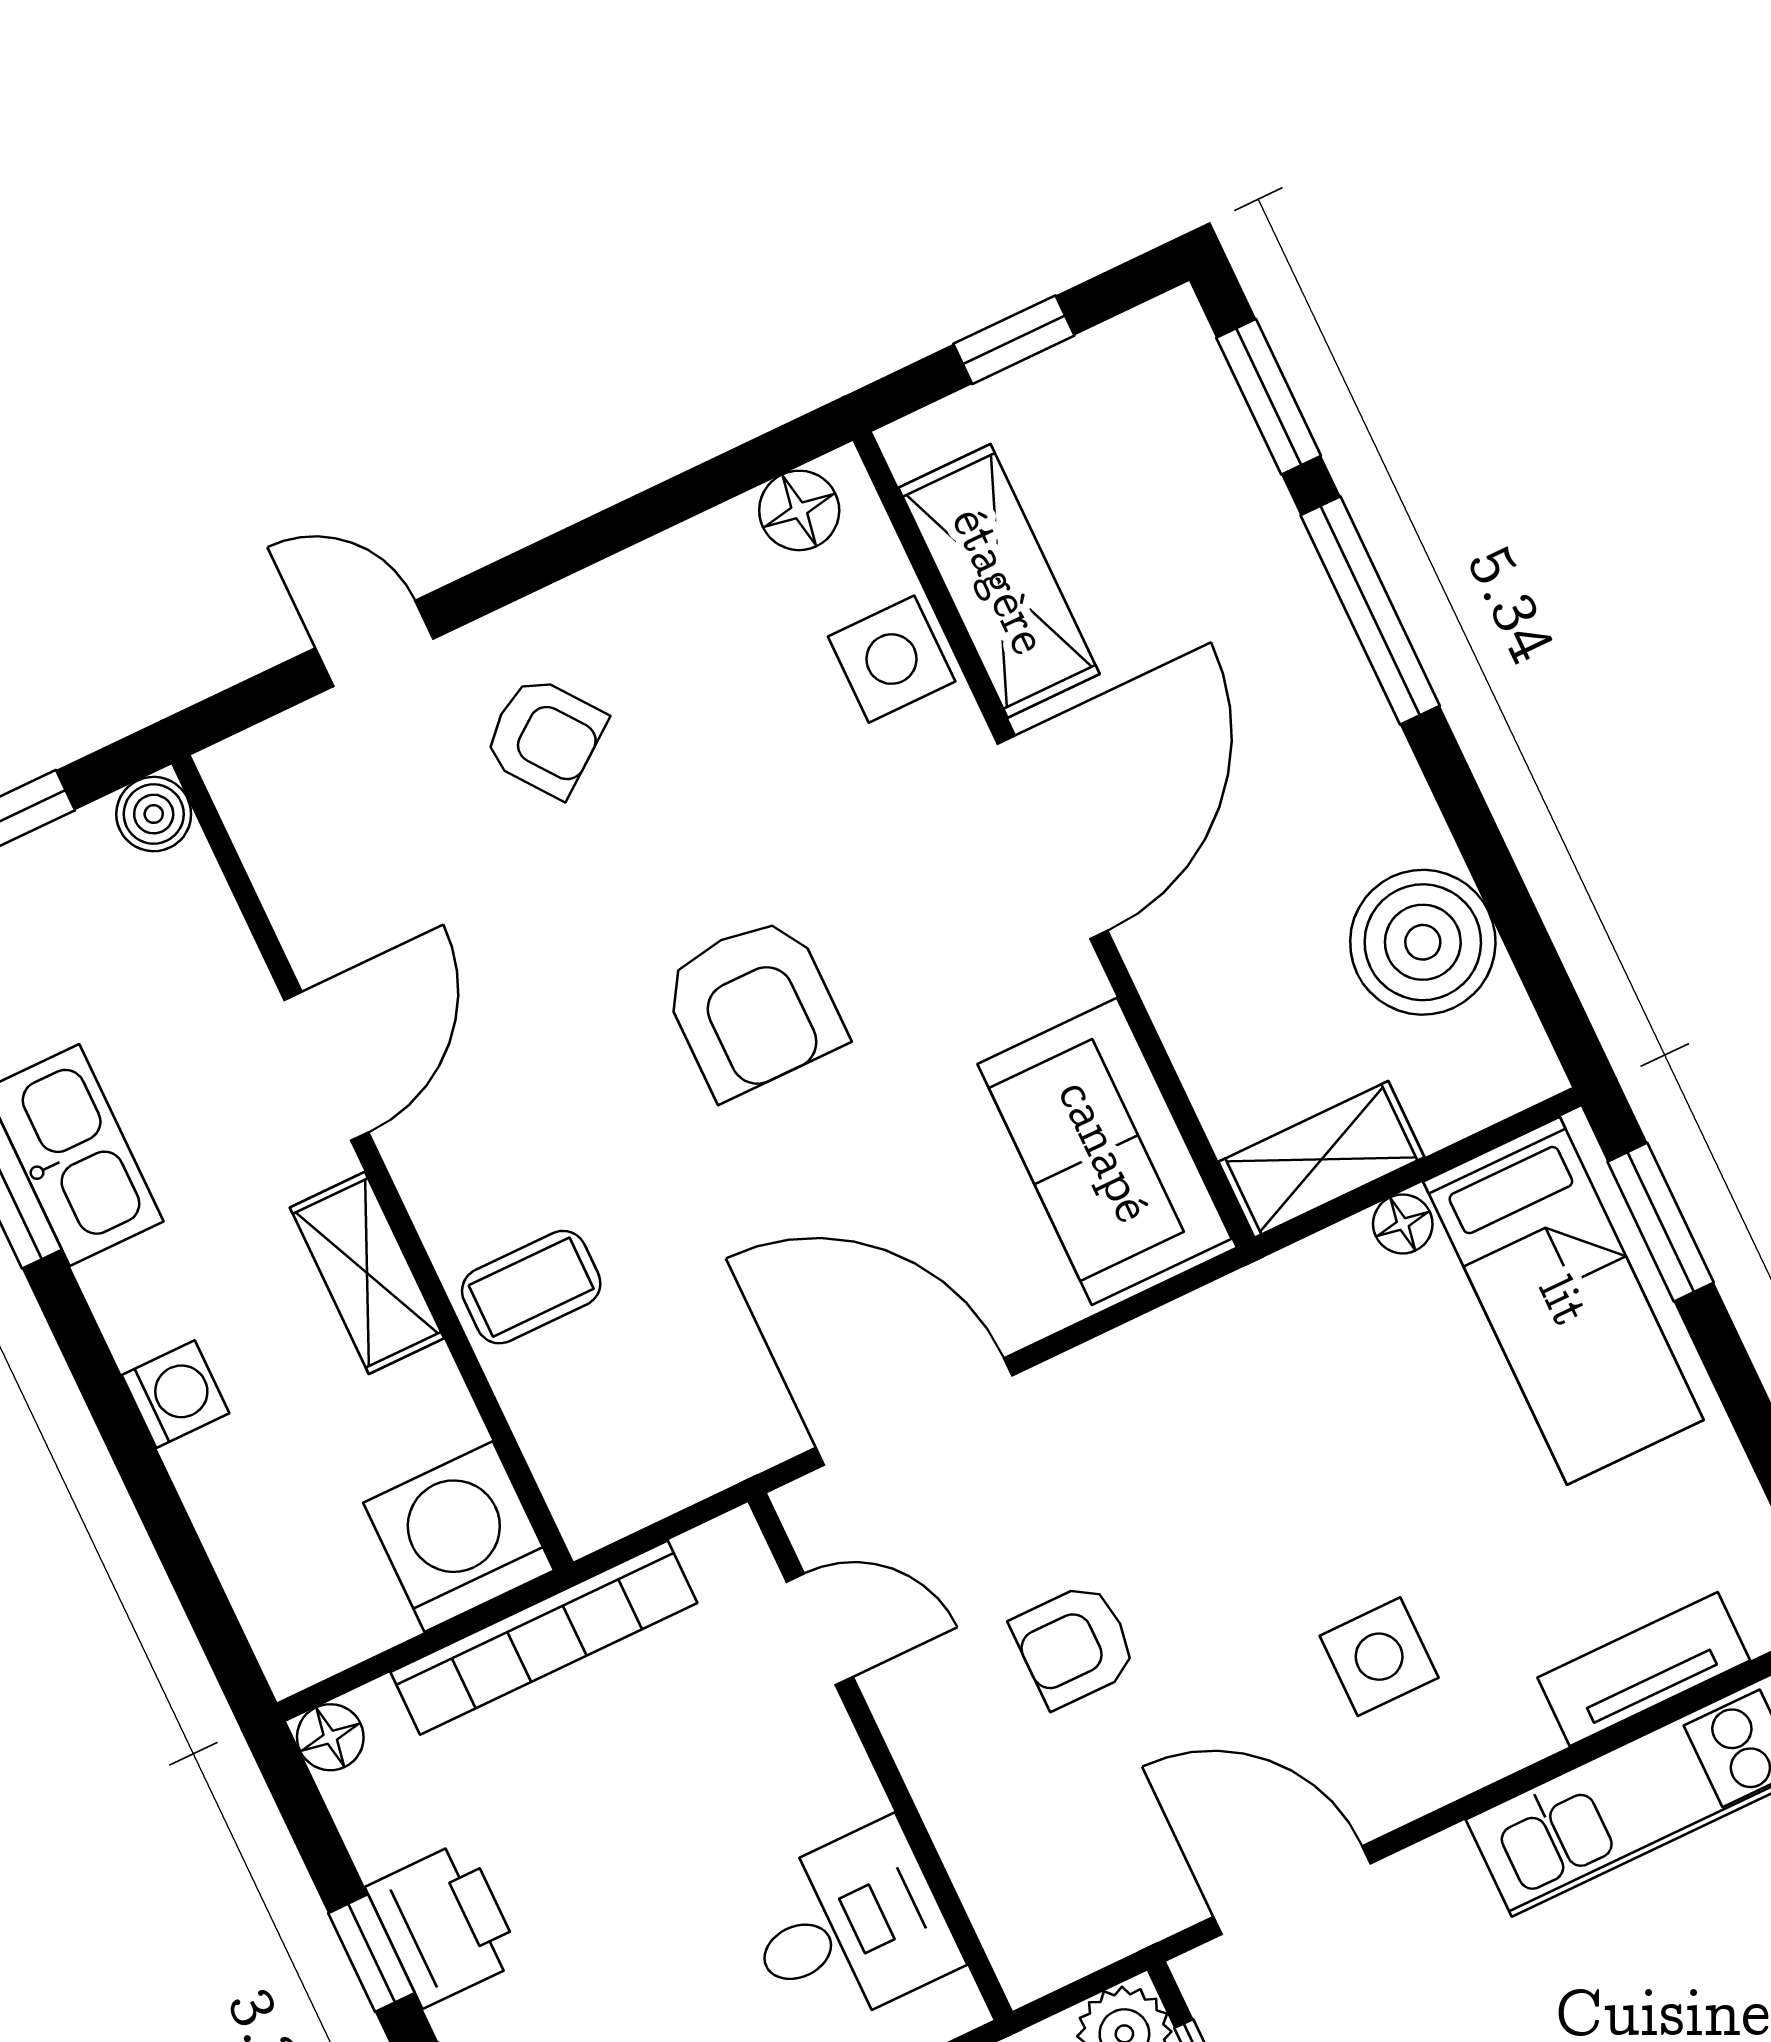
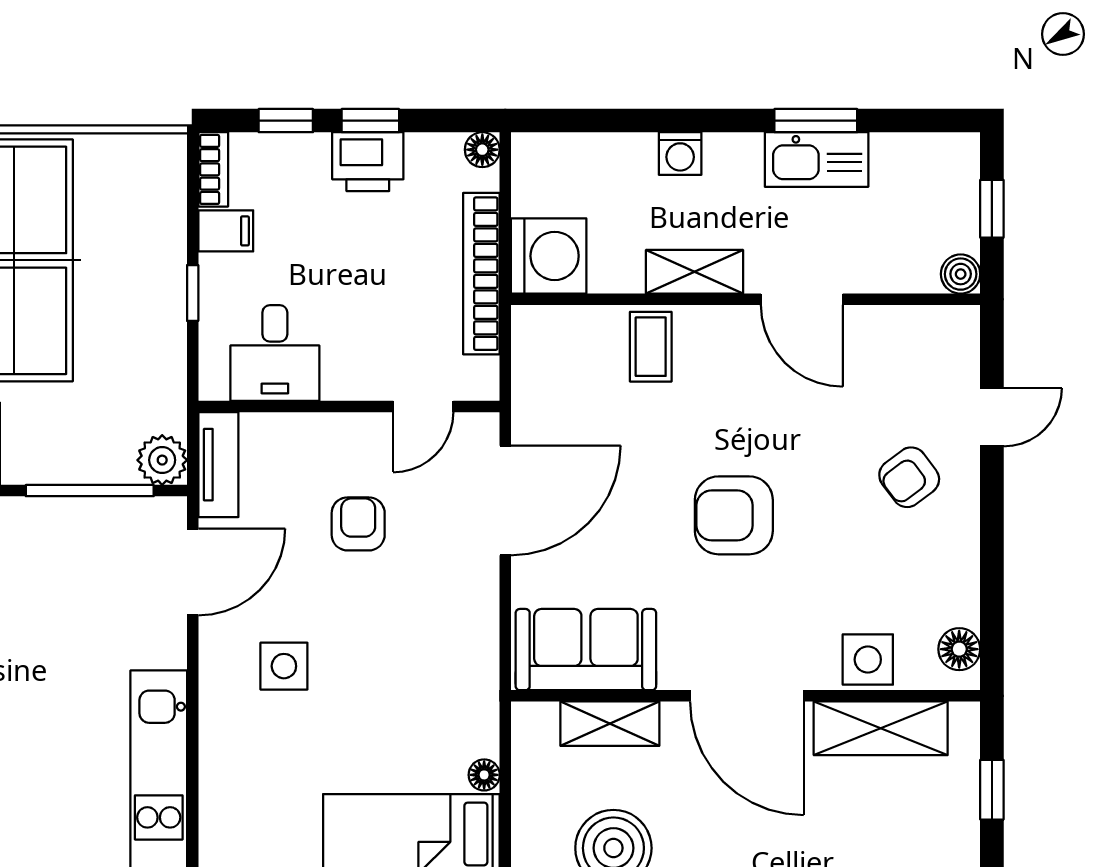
shelving: (1321, 1159) -> (610, 724), moved, turned 90
tv unit: (1644, 1669) -> (218, 465), moved

